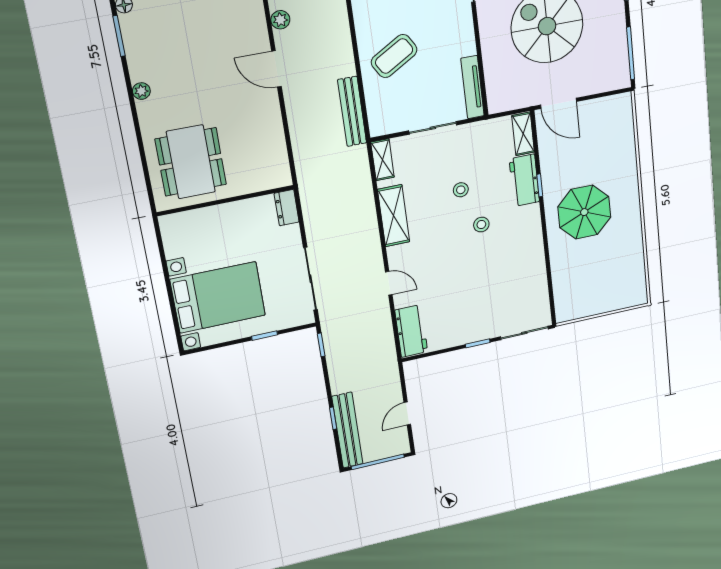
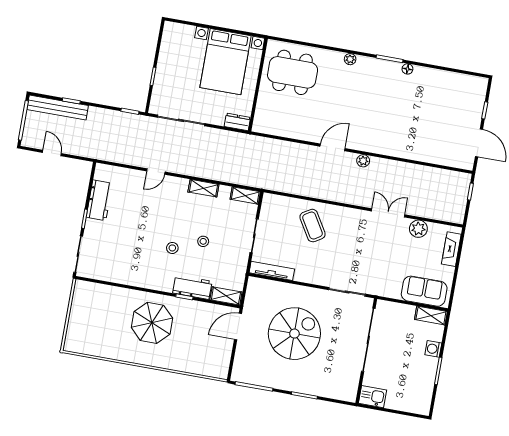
bench: (352, 111) -> (286, 186), removed
shelving: (394, 216) -> (203, 188), width x0.67, depth x0.75
bed with nightstands: (218, 297) -> (225, 62), moved
workbench: (411, 331) -> (99, 200), moved, turned -90

